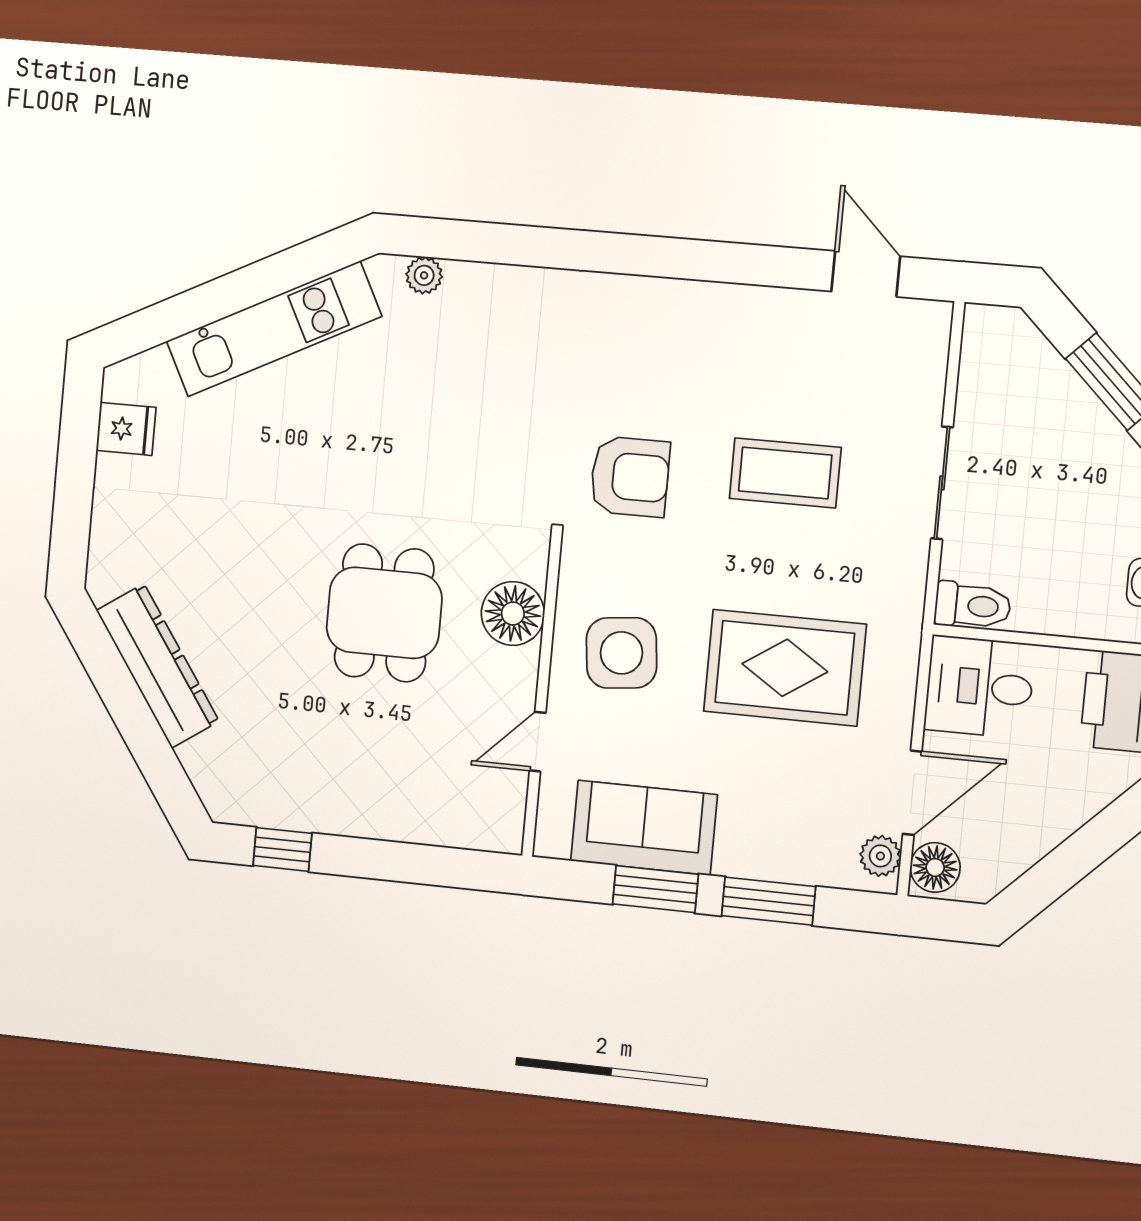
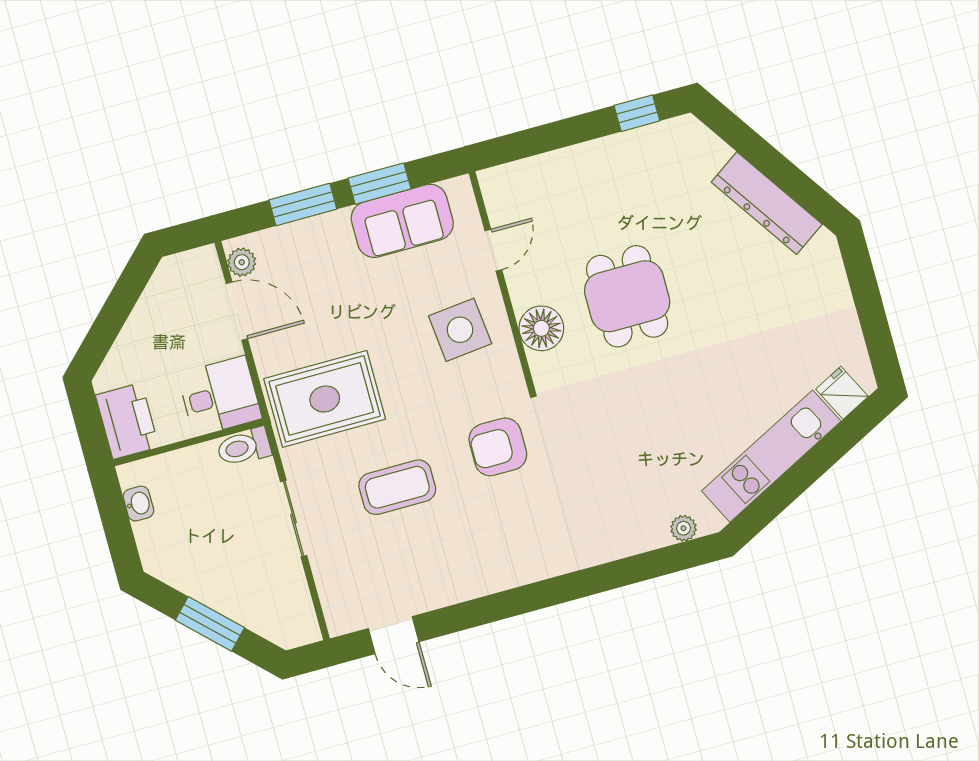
fridge: (126, 429) -> (842, 393), moved, turned 63
rug: (785, 668) -> (325, 399), moved
door: (912, 793) -> (237, 311), swing flipped
floor lamp: (935, 867) -> (204, 268), removed

